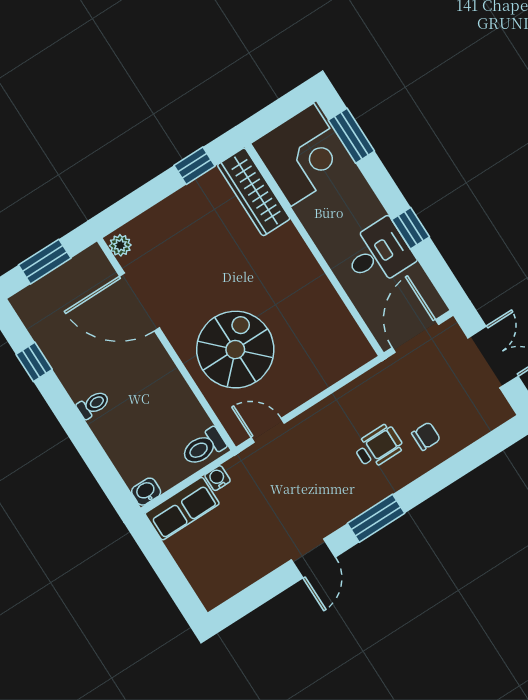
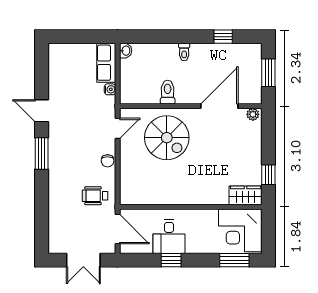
wardrobe: (254, 192) -> (246, 195), width x0.67
chair: (426, 436) -> (108, 161), moved
toilet: (203, 447) -> (168, 92), moved
wheelchair: (378, 447) -> (95, 196), moved, turned 90

